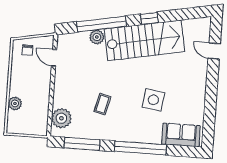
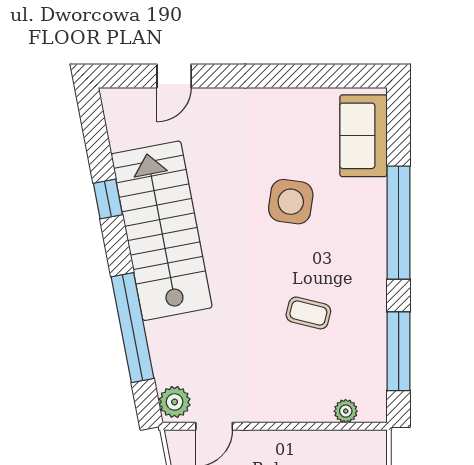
window: (149, 18) -> (108, 199), moved
plant: (97, 37) -> (175, 402), moved
plant: (61, 118) -> (346, 411), width x0.53, depth x0.53

